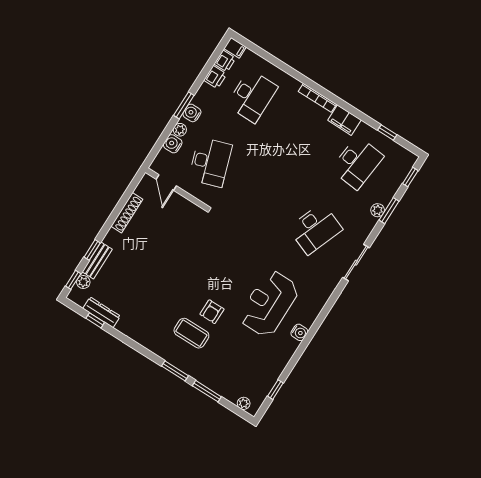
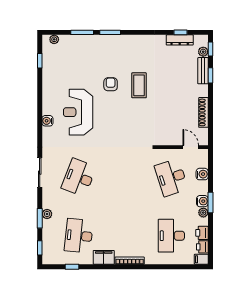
plant: (180, 130) -> (203, 213), moved
reception desk: (269, 304) -> (78, 112), turned 180
water cooler: (299, 332) -> (47, 121), moved
coffee table: (191, 333) -> (139, 85), moved, turned 90

